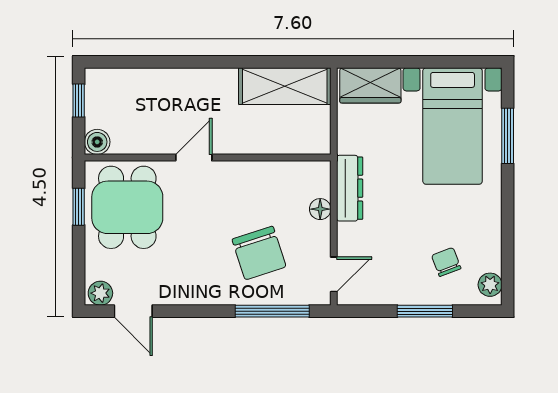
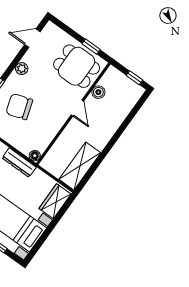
boiler: (97, 142) -> (98, 92), moved
floor lamp: (320, 209) -> (35, 156), moved
plant: (100, 293) -> (22, 69), moved

